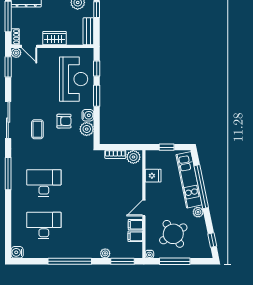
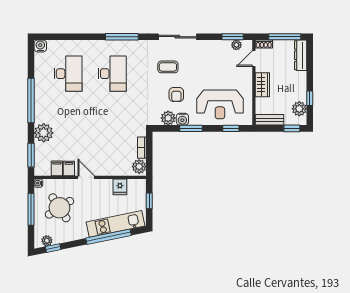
plant: (16, 53) -> (236, 45), moved
window: (97, 96) -> (191, 128), moved
plant: (198, 212) -> (47, 241), moved
plant: (105, 253) -> (44, 133), width x1.87, depth x1.87

